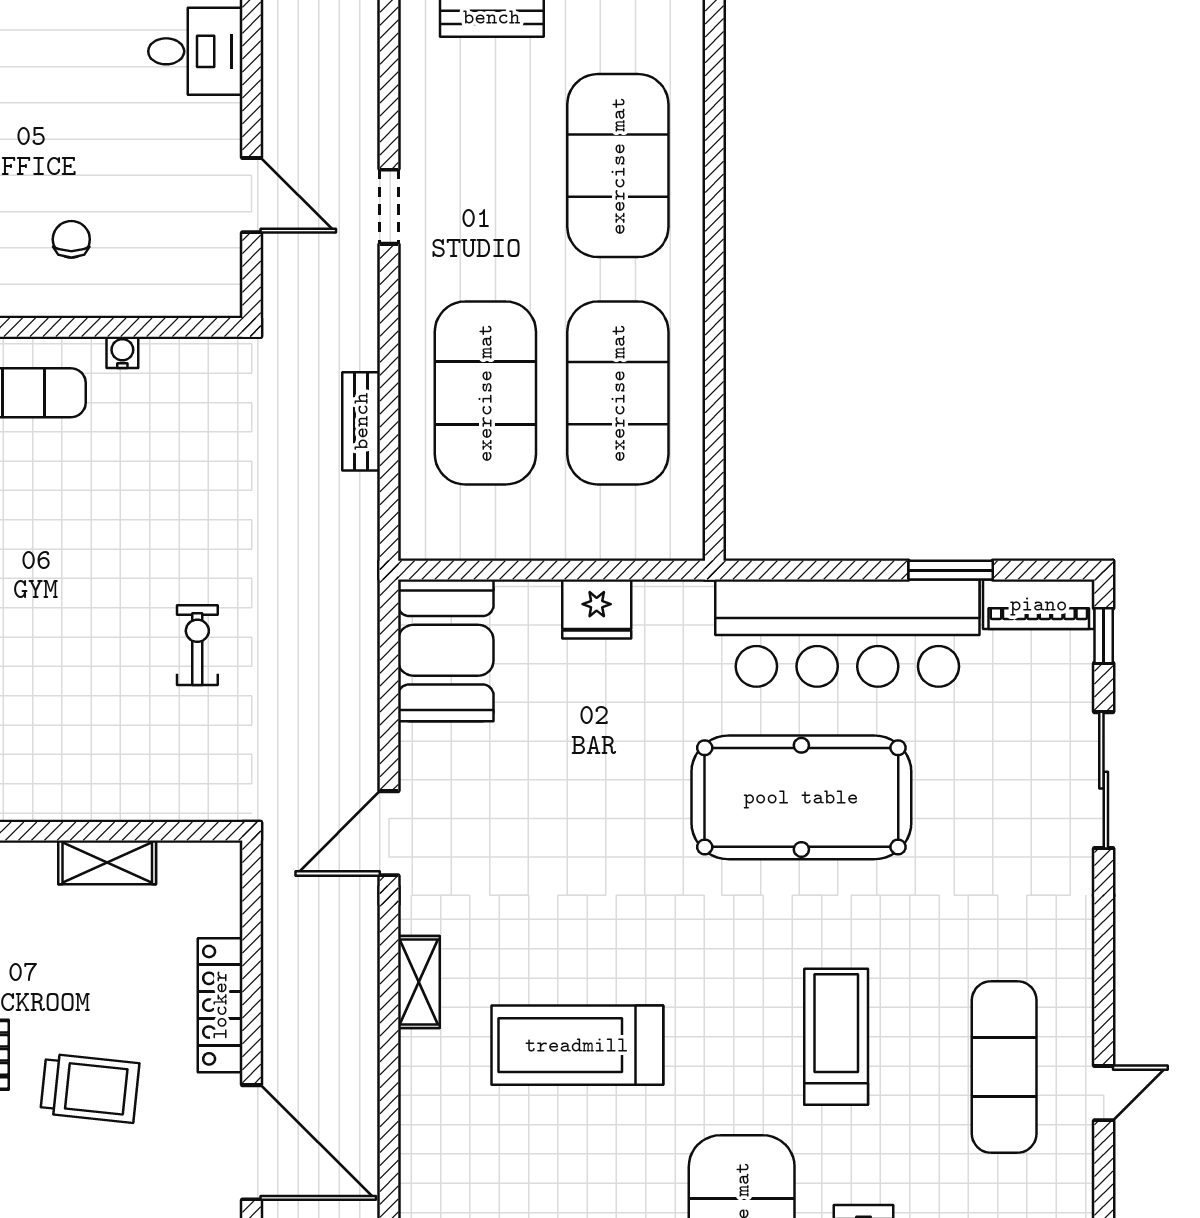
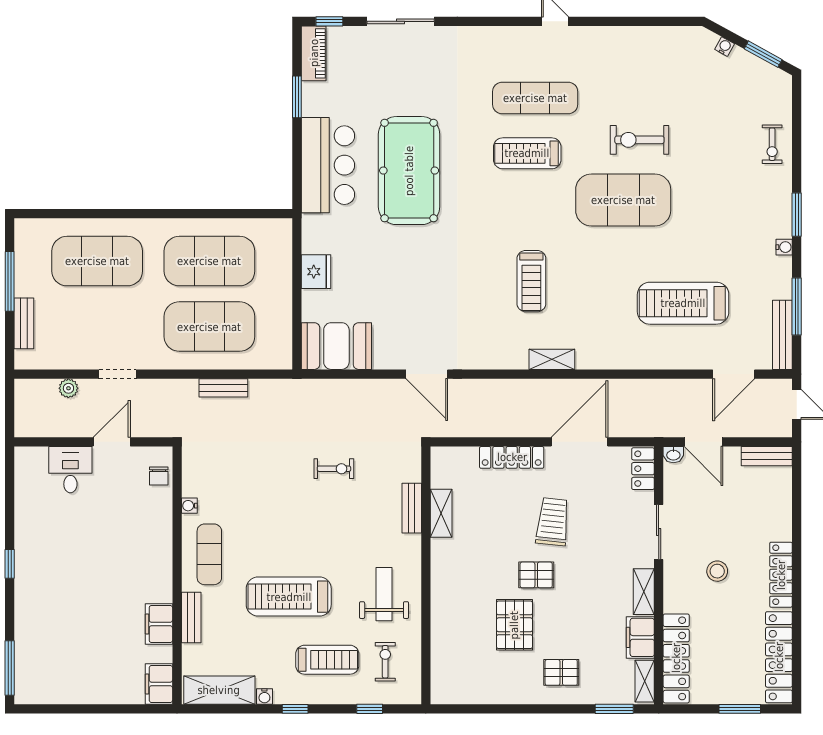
desk: (195, 51) -> (70, 470), moved
plant: (360, 107) -> (68, 388), added
chair: (71, 239) -> (159, 476), moved, turned -90
bar counter: (847, 633) -> (328, 165), width x0.73
exercise bike: (197, 645) -> (334, 469), turned 180
bench: (117, 803) -> (412, 508), added
shelving: (419, 982) -> (552, 359), moved
treadmill: (577, 1045) -> (531, 281), width x0.73, depth x0.73
exercise mat: (1004, 1067) -> (535, 98), moved

